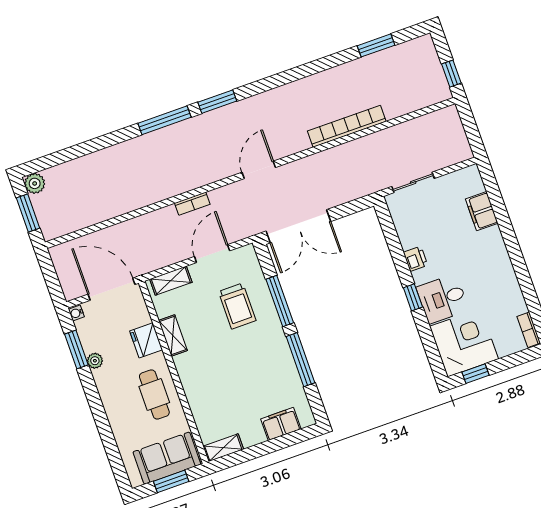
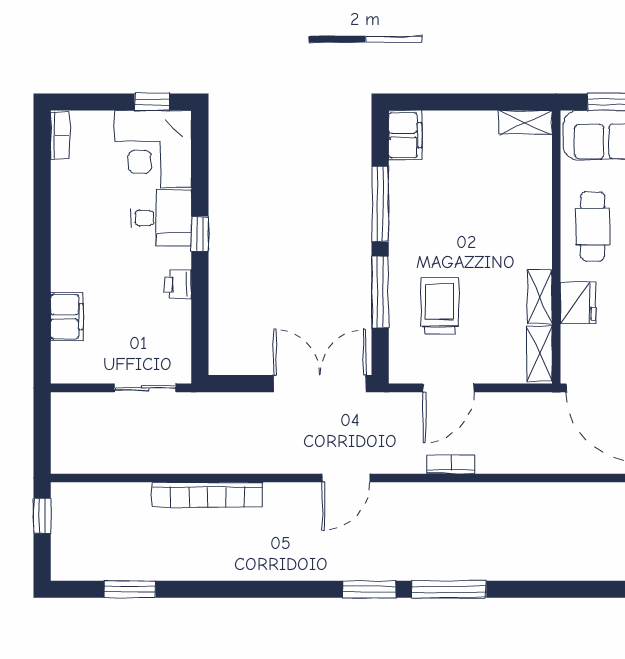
shelving: (171, 281) -> (540, 354), moved, turned 90
filing cabinet: (281, 424) -> (405, 135), moved, turned -90

